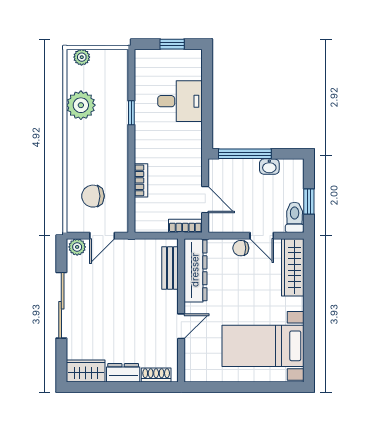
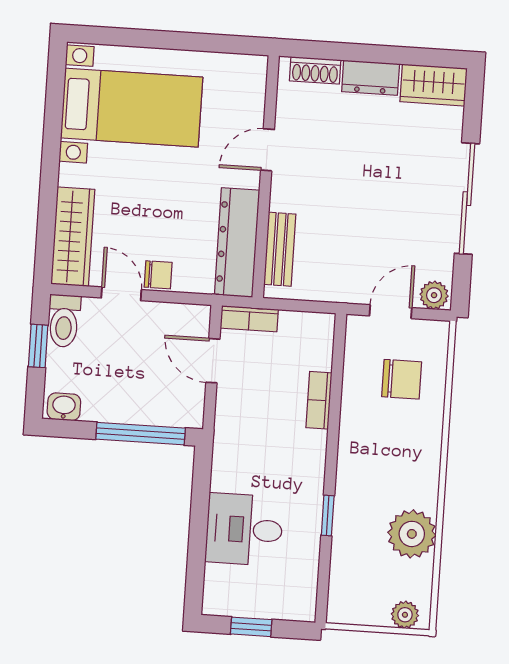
washbasin: (269, 167) -> (64, 407), moved

